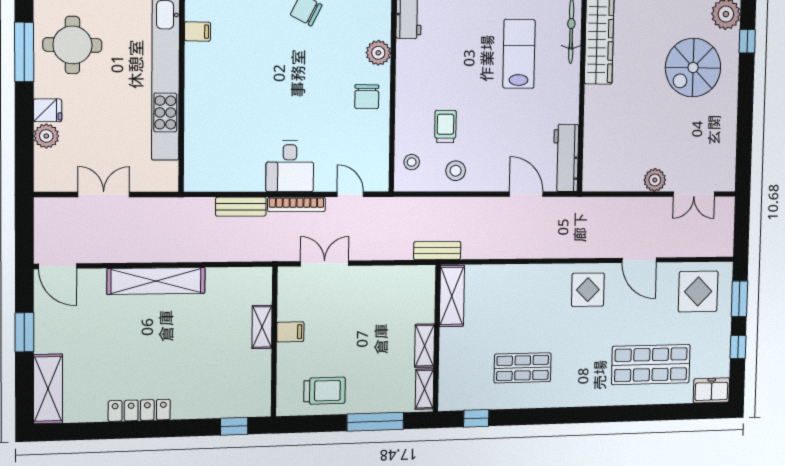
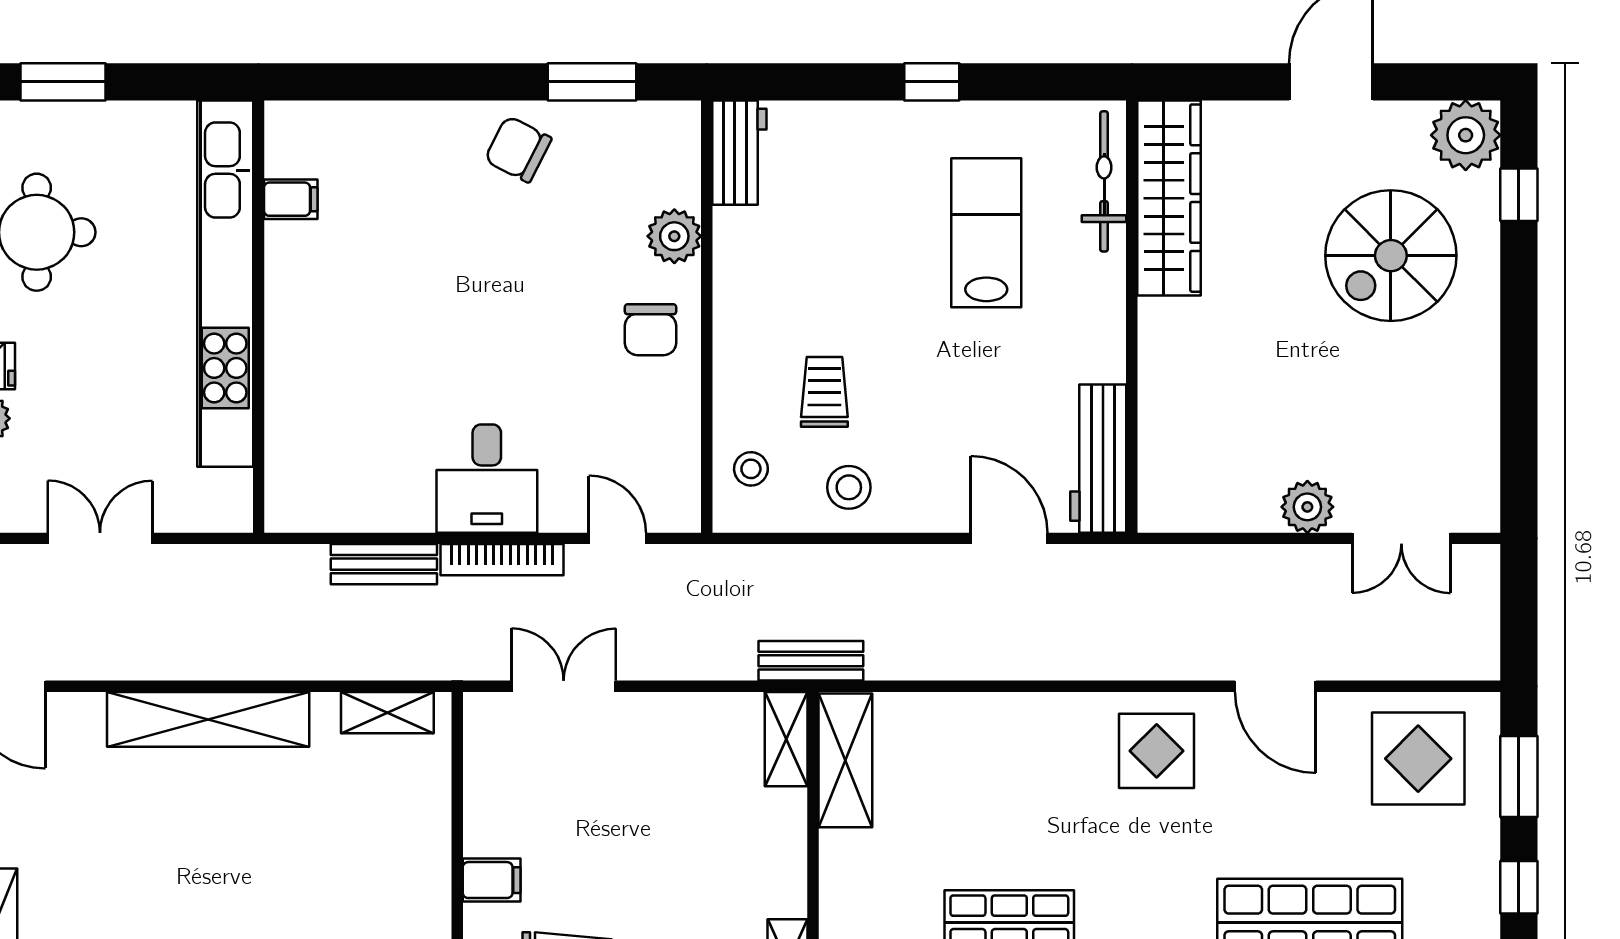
shelving: (262, 327) -> (387, 713), moved, turned 90
filing cabinet: (290, 332) -> (492, 880), moved
shelving: (425, 346) -> (786, 739), moved

